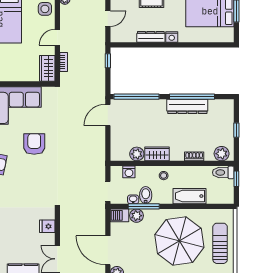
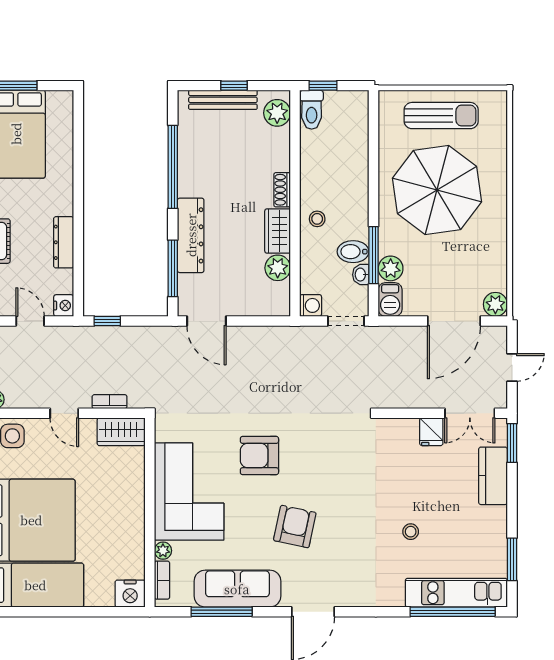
nightstand: (172, 37) -> (64, 306), moved
window: (136, 97) -> (173, 268), width x0.68
dresser: (187, 106) -> (191, 235), moved
bench: (229, 124) -> (223, 100), added
shoe rack: (194, 156) -> (282, 190), moved
washing machine: (129, 172) -> (311, 305), moved
bathtub: (190, 196) -> (355, 171), removed
fridge: (47, 226) -> (431, 432), moved
sun lounger: (220, 243) -> (441, 116), turned 180

